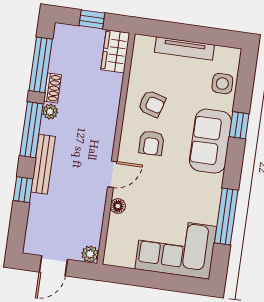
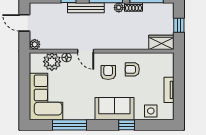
tv unit: (184, 49) -> (169, 90), width x0.71
armchair: (152, 104) -> (132, 69), turned 74
armchair: (151, 143) -> (108, 72), turned 90
plant: (122, 230) -> (52, 62), added

